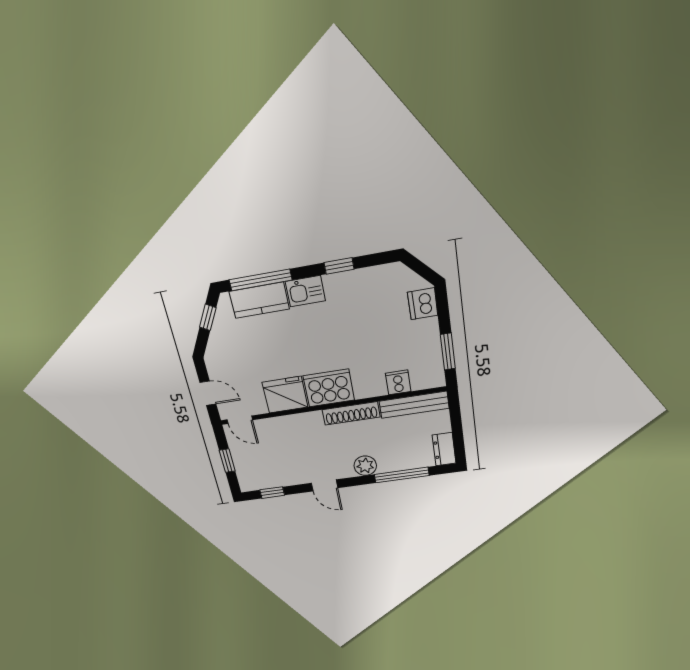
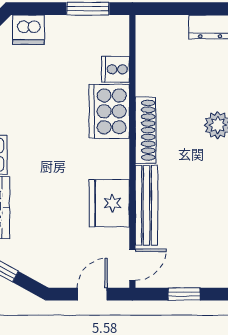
cooker: (329, 388) -> (109, 111), moved
bench: (414, 405) -> (146, 205), moved

